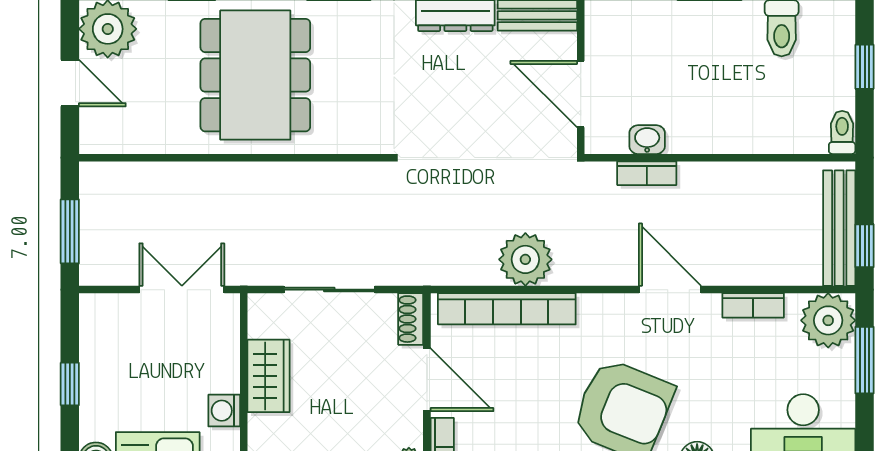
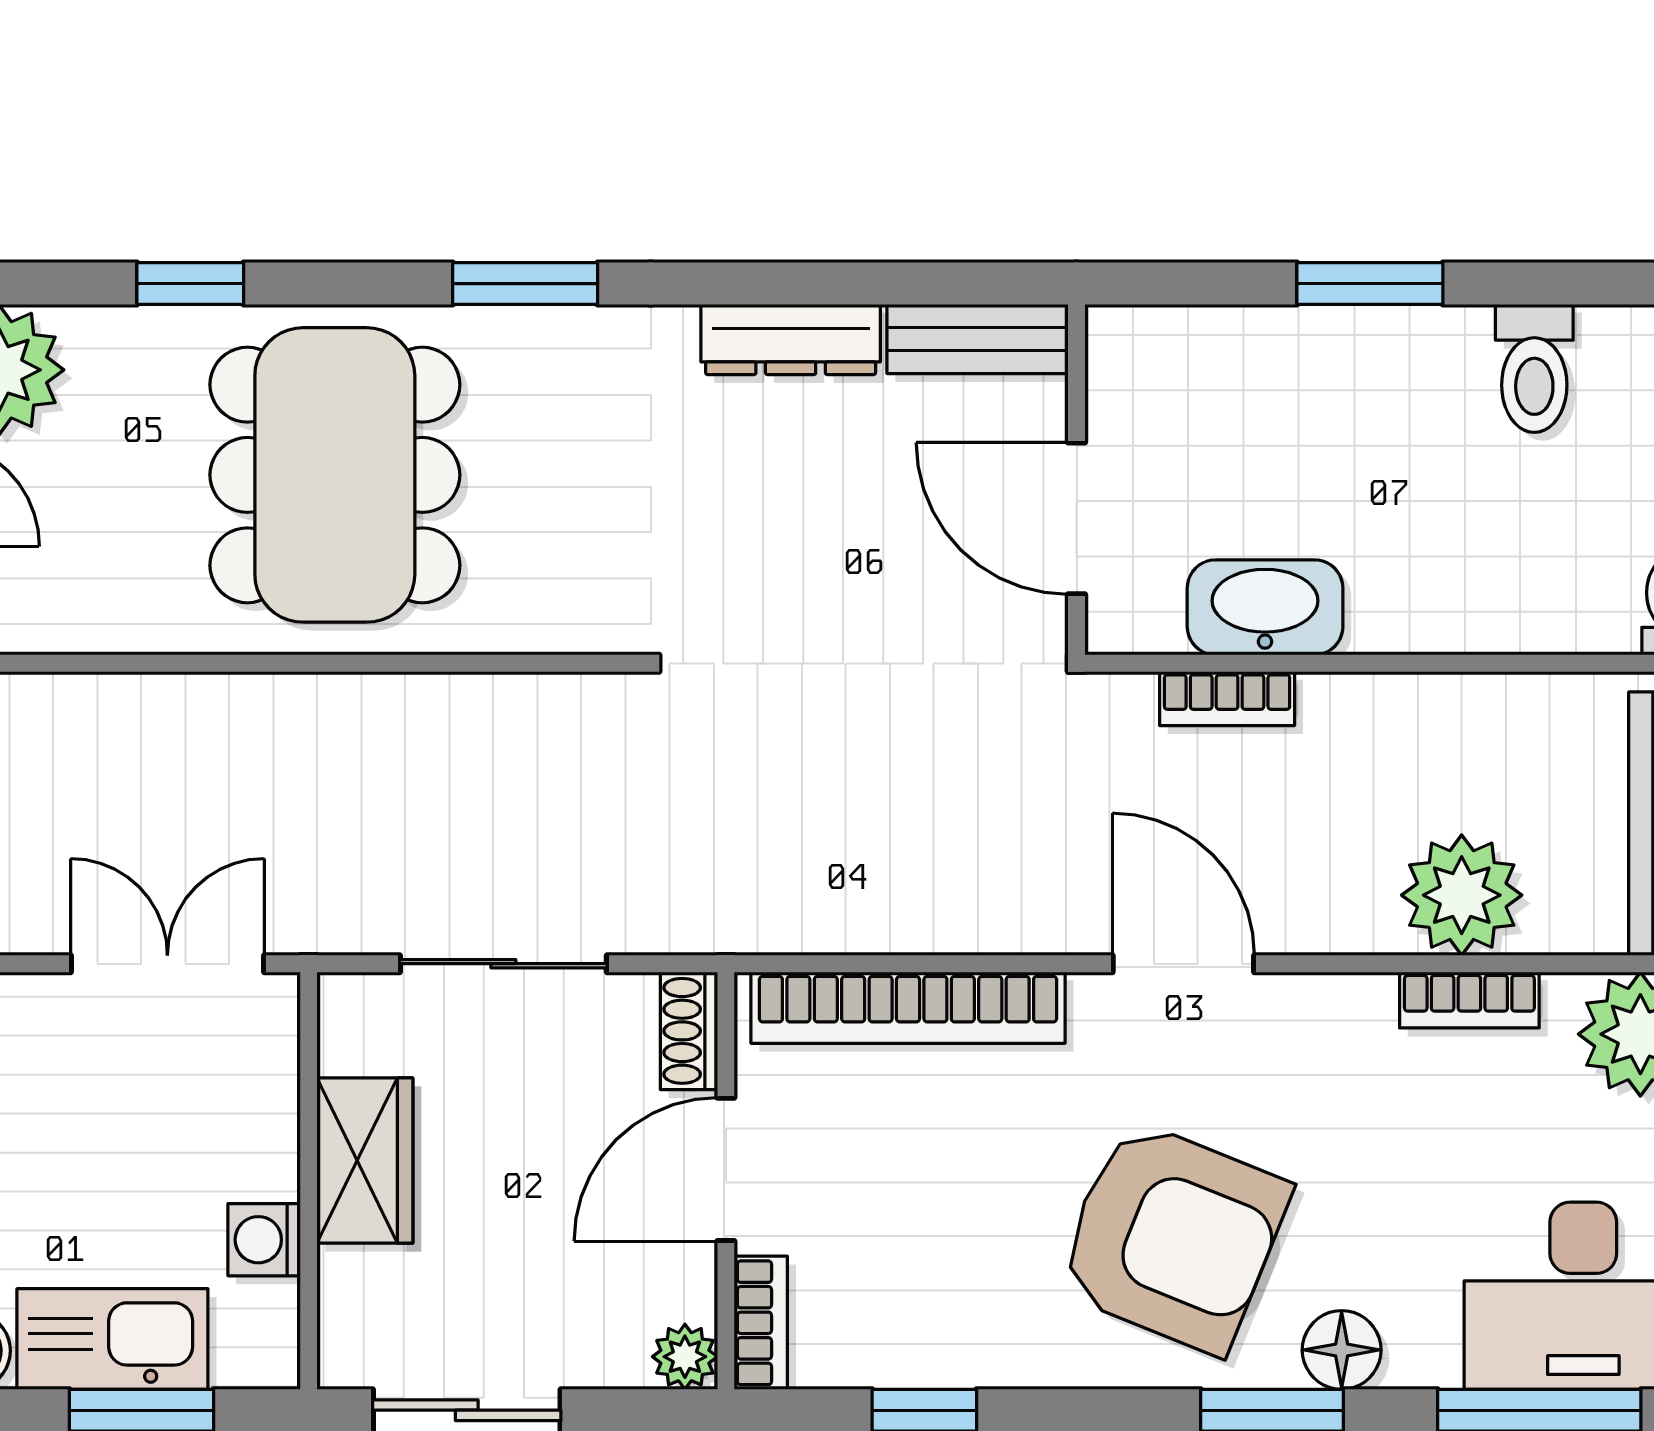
washbasin: (647, 140) -> (1265, 607), width x1.91, depth x1.45
plant: (525, 259) -> (1462, 895), moved
door: (670, 290) -> (1183, 964), moved
door: (427, 380) -> (726, 1169), swing flipped

